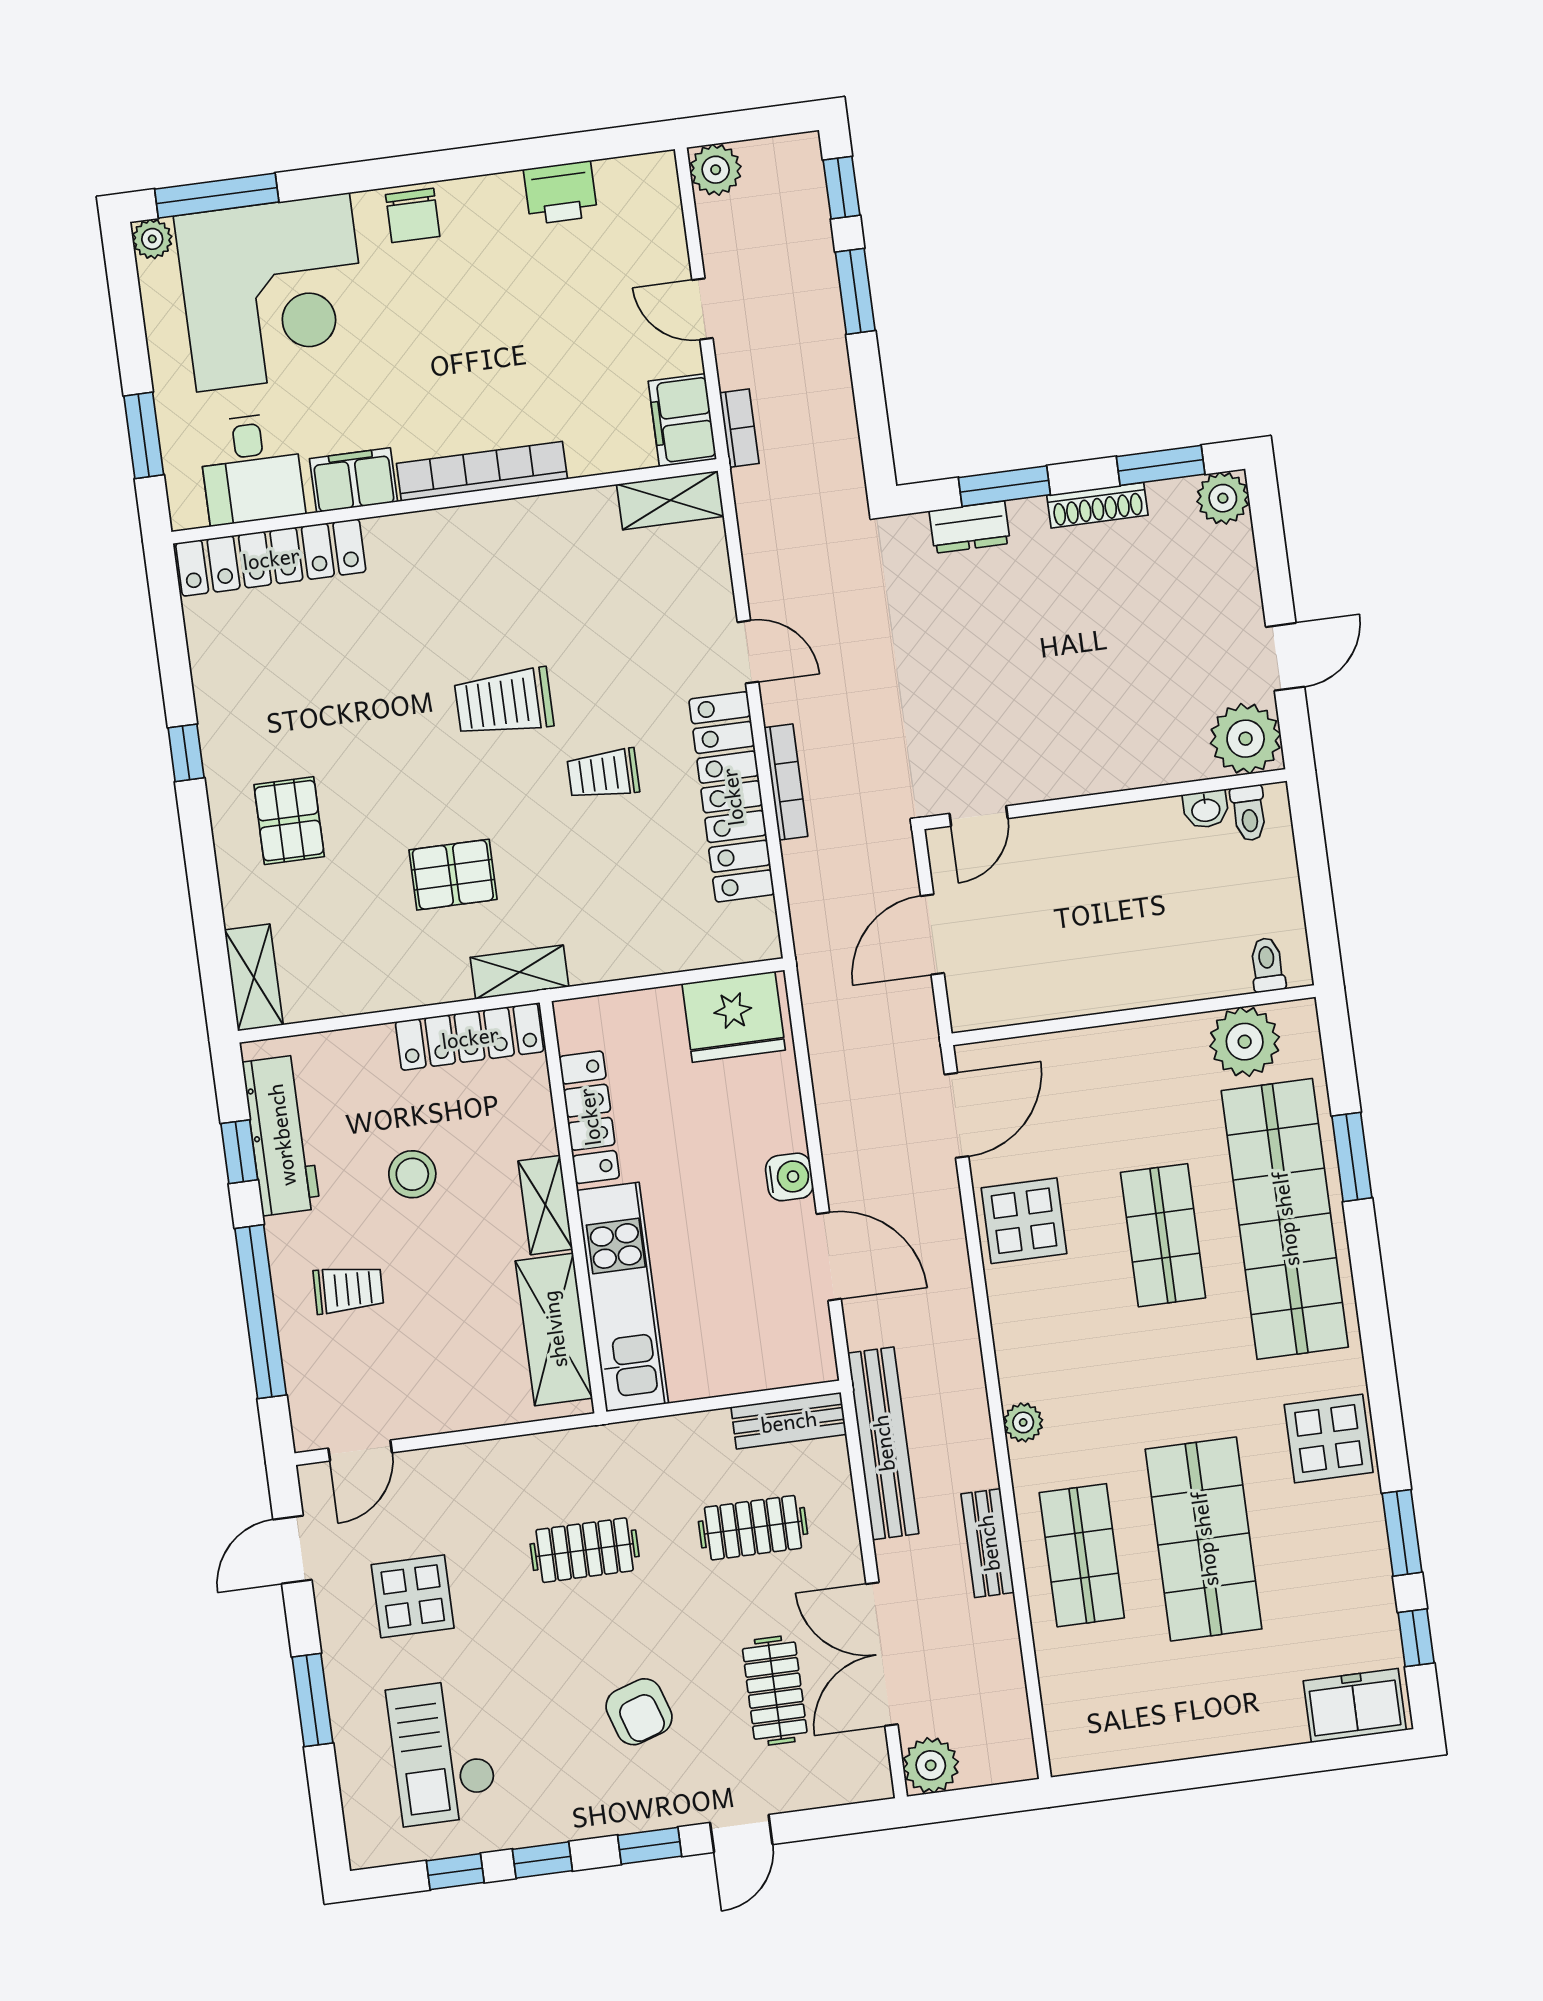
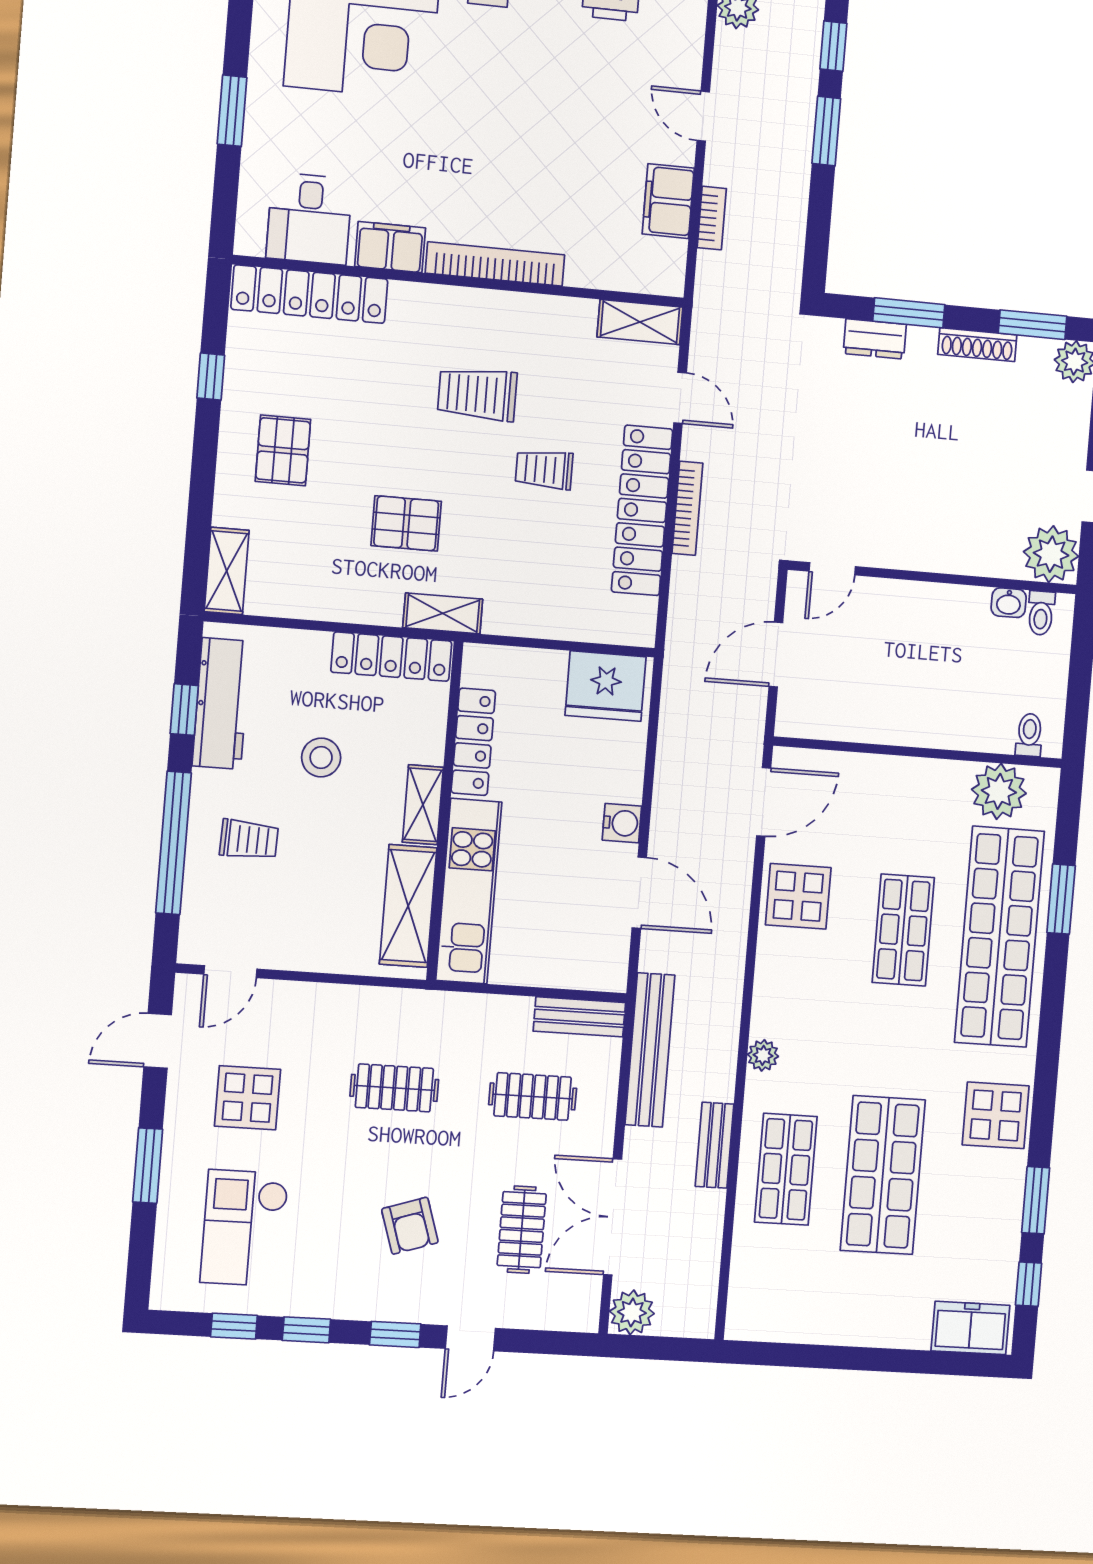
desk: (251, 469) -> (309, 218), moved
bookcase: (482, 471) -> (495, 264), moved
filing cabinet: (353, 480) -> (390, 247), moved
shelving: (670, 500) -> (640, 322), moved
wall: (445, 501) -> (460, 281), moved
locker: (271, 558) -> (309, 294), moved

